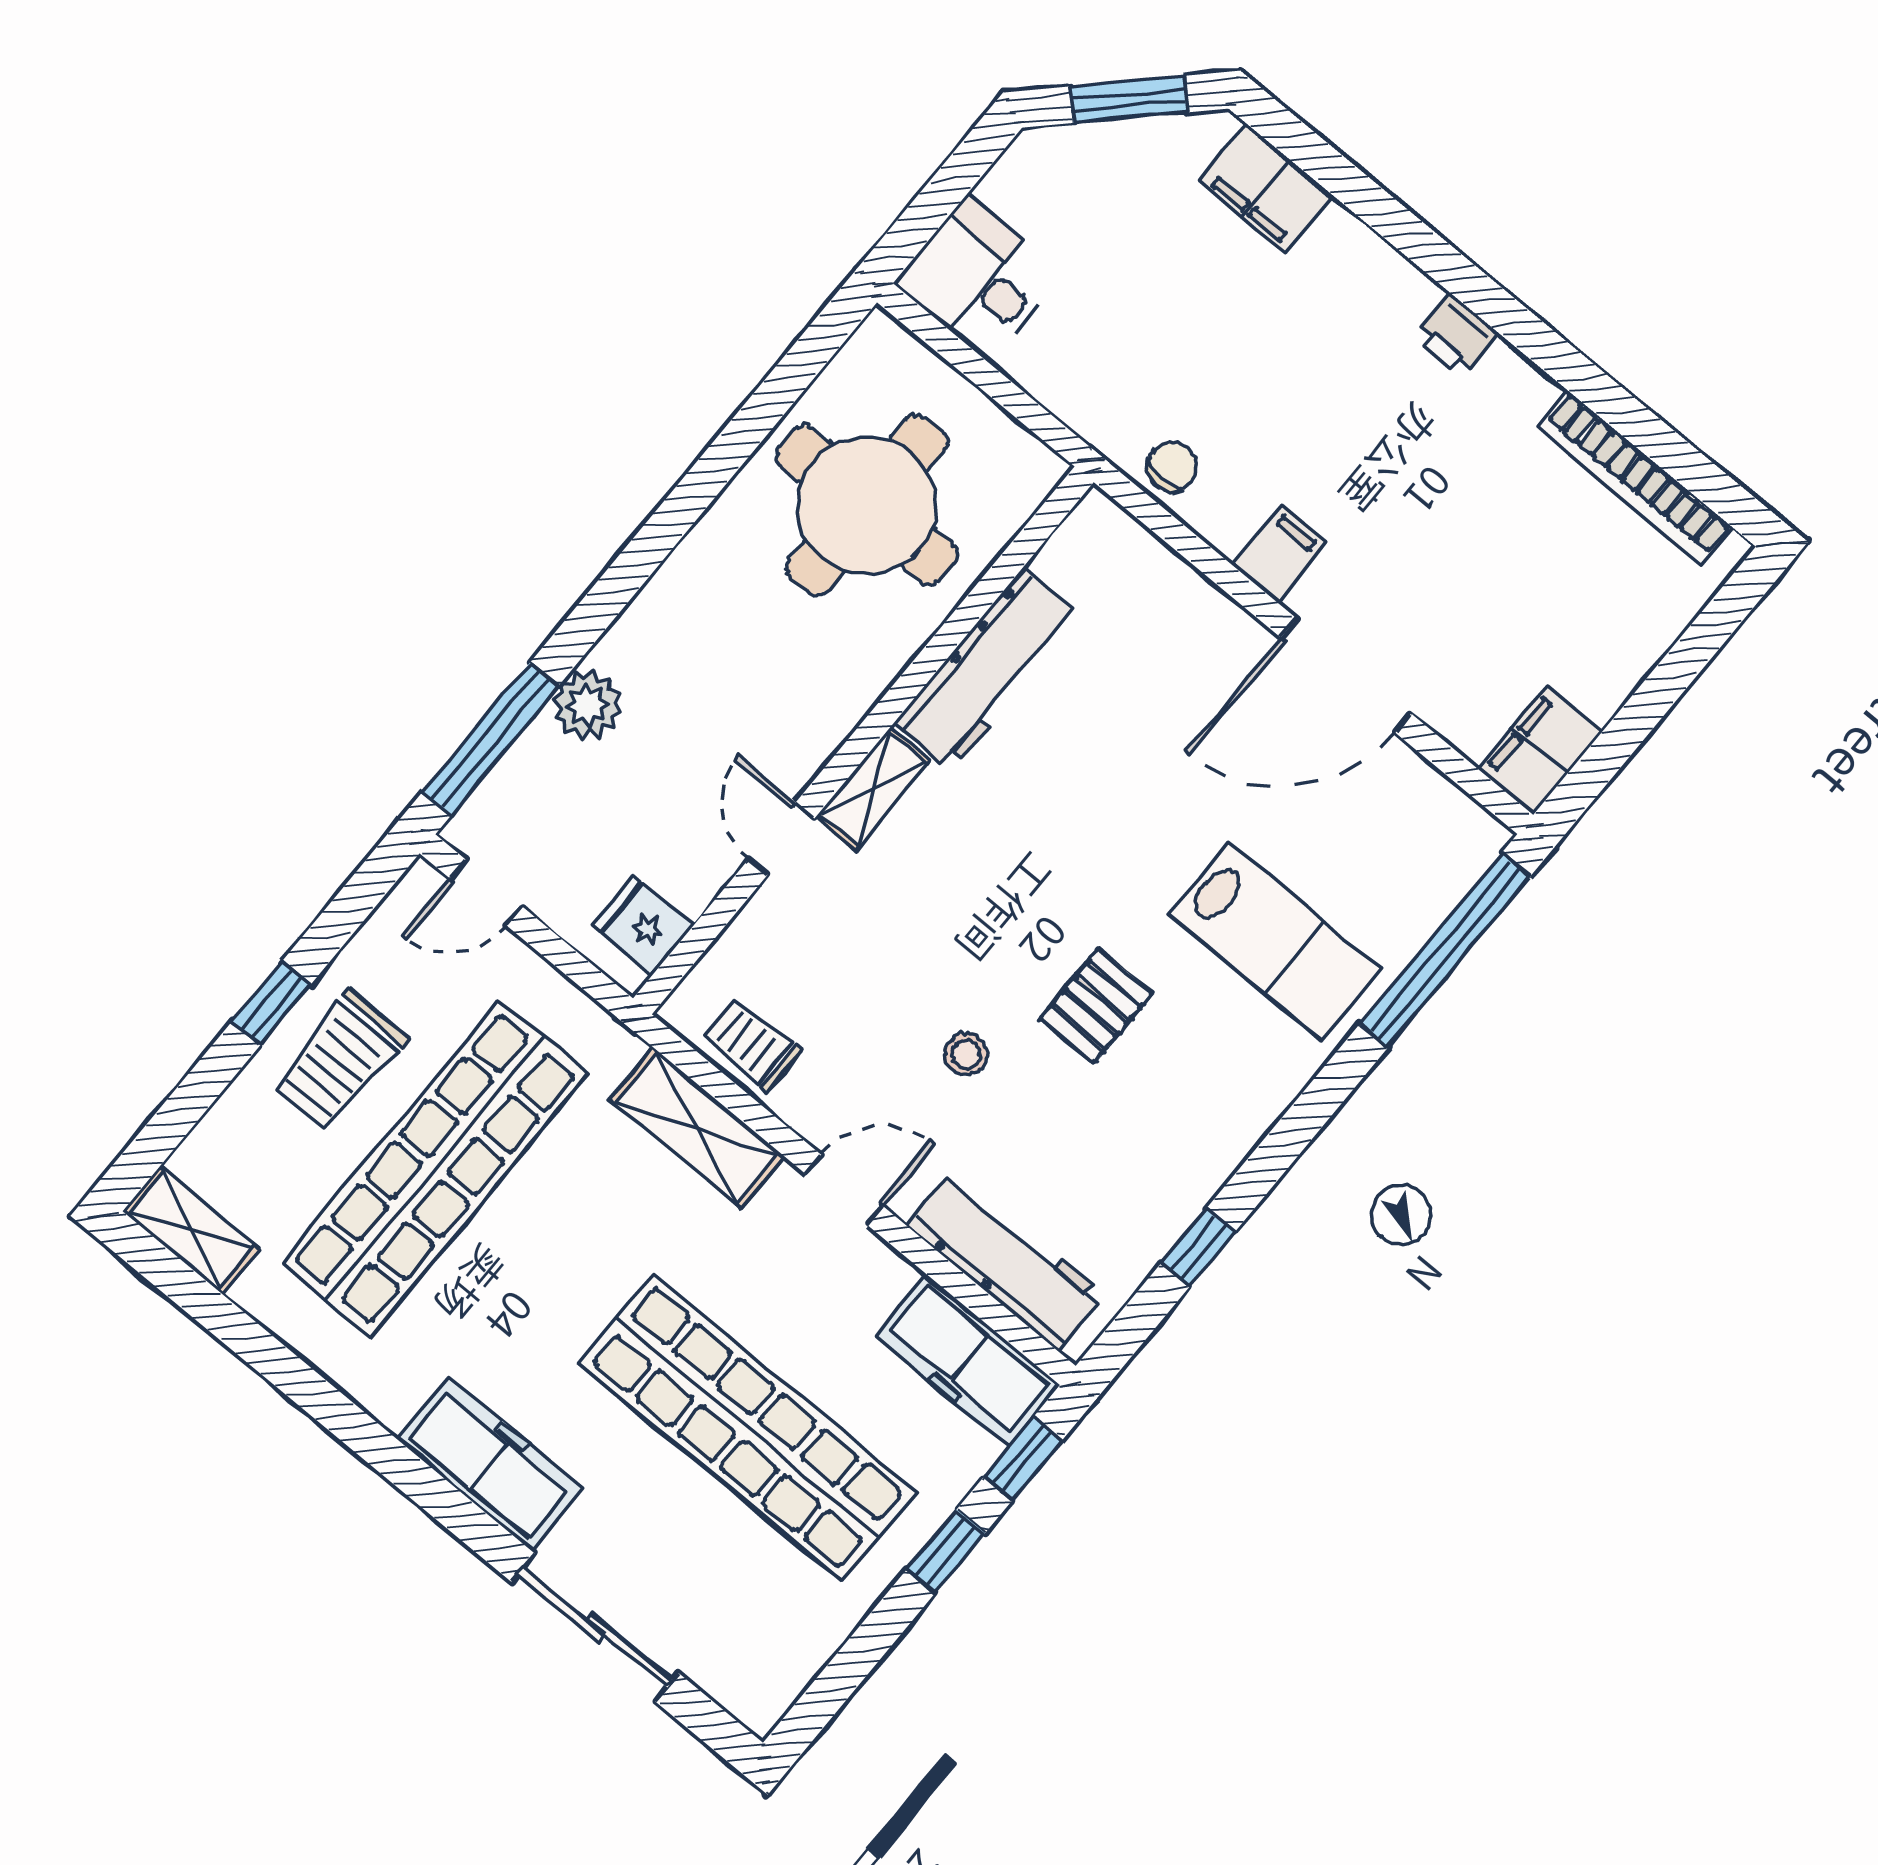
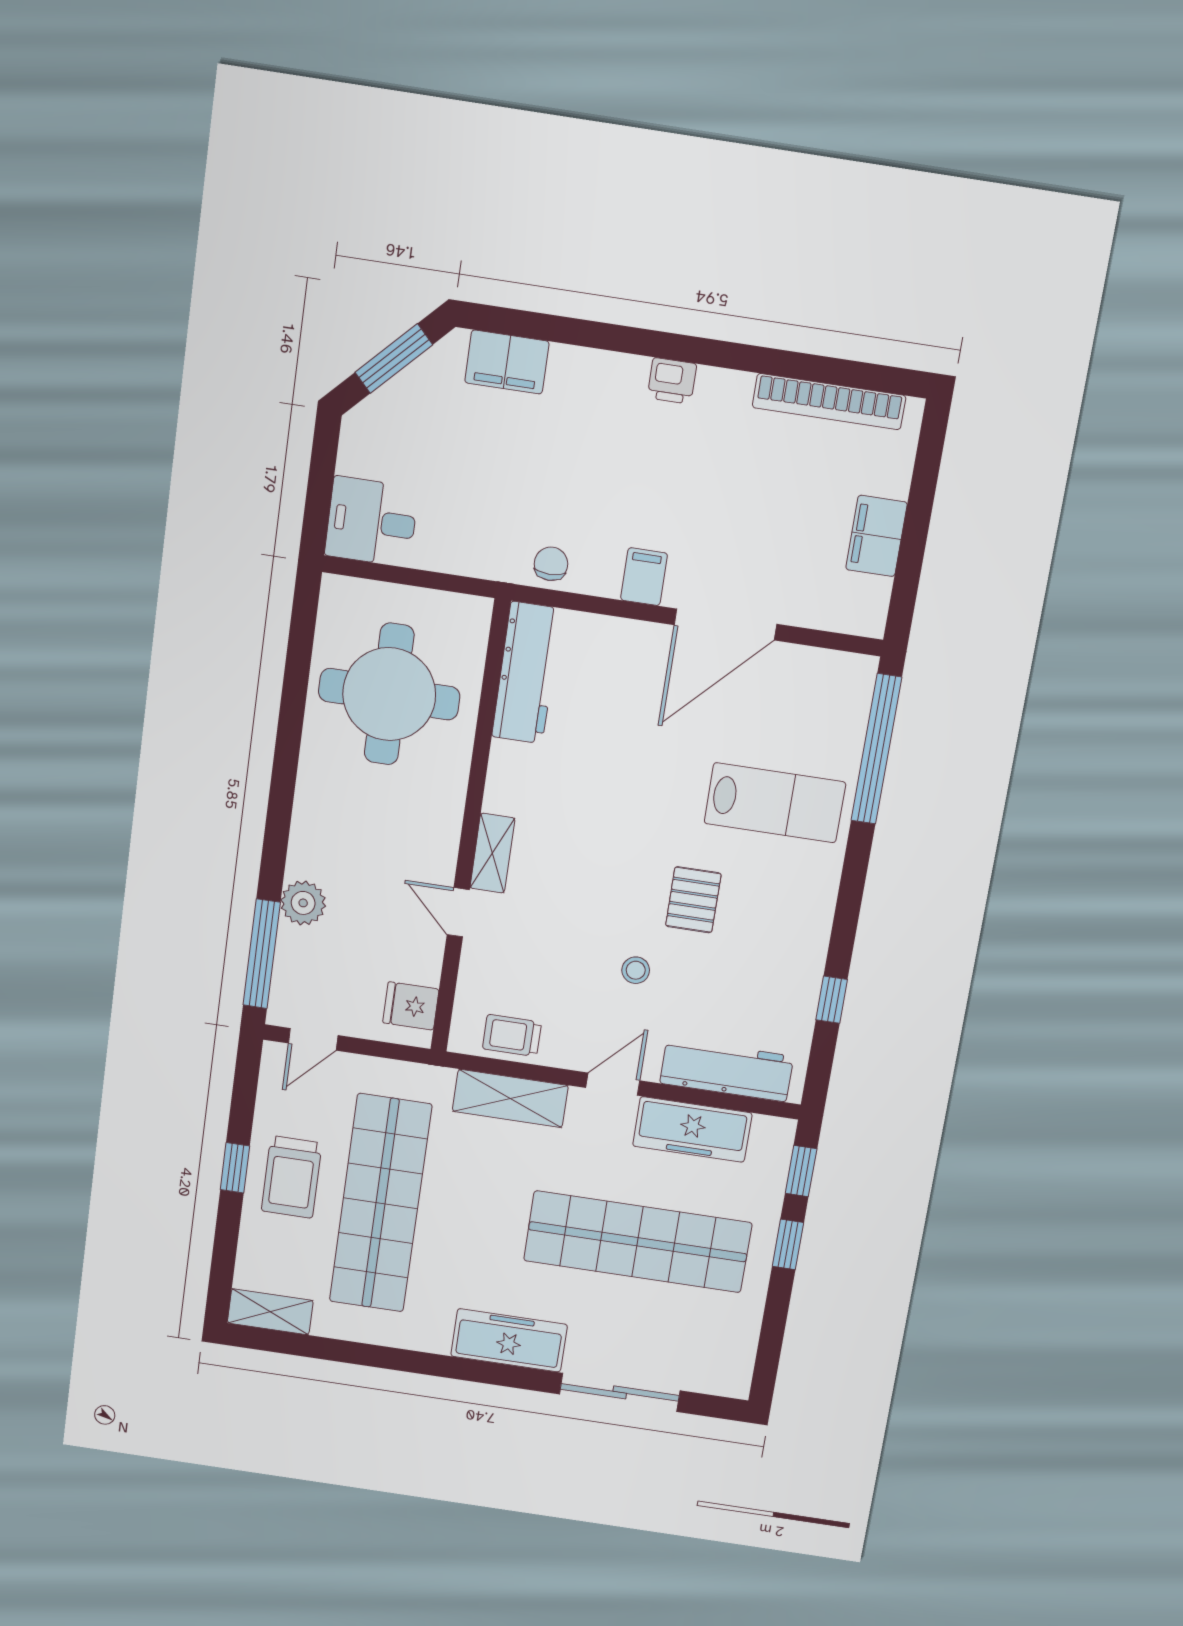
workbench: (987, 669) -> (527, 673), moved
filing cabinet: (1540, 750) -> (876, 536), moved
freezer: (967, 1360) -> (692, 1129), moved

